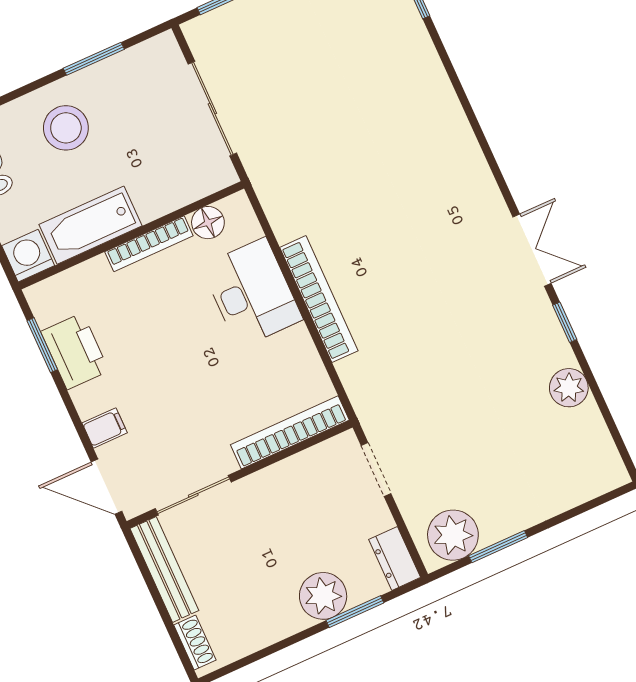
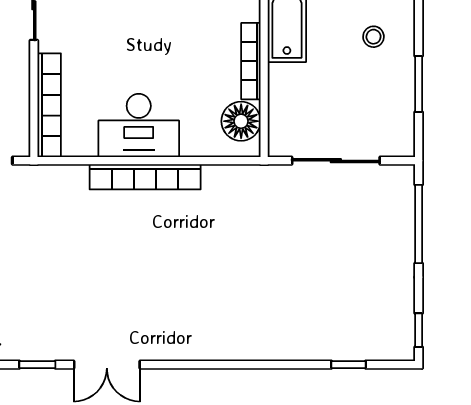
stool: (66, 128) -> (373, 37), width x0.53, depth x0.53
floor lamp: (208, 223) -> (241, 121), width x1.38, depth x1.38
desk: (252, 293) -> (139, 126), moved

